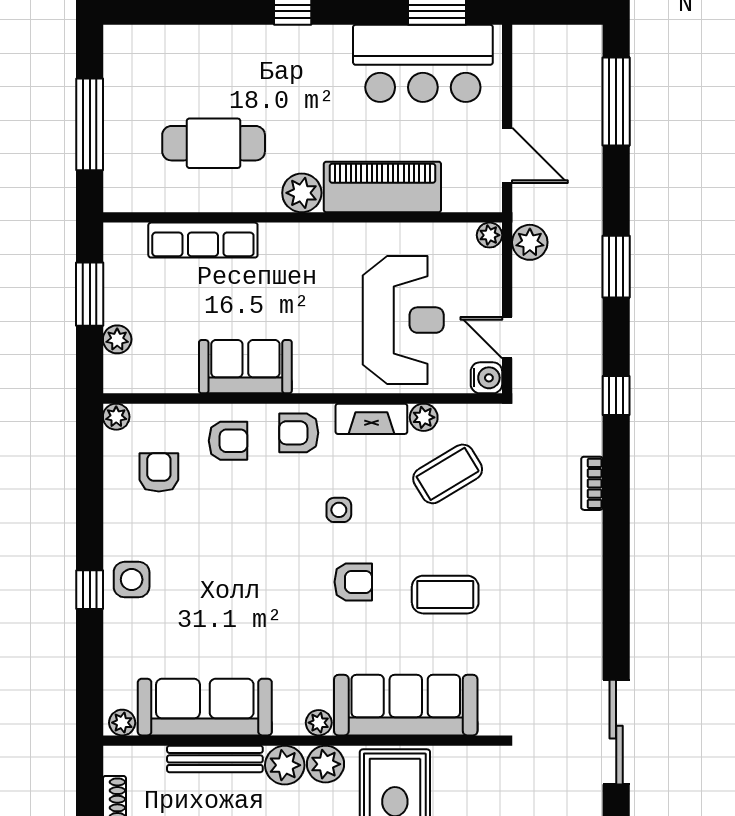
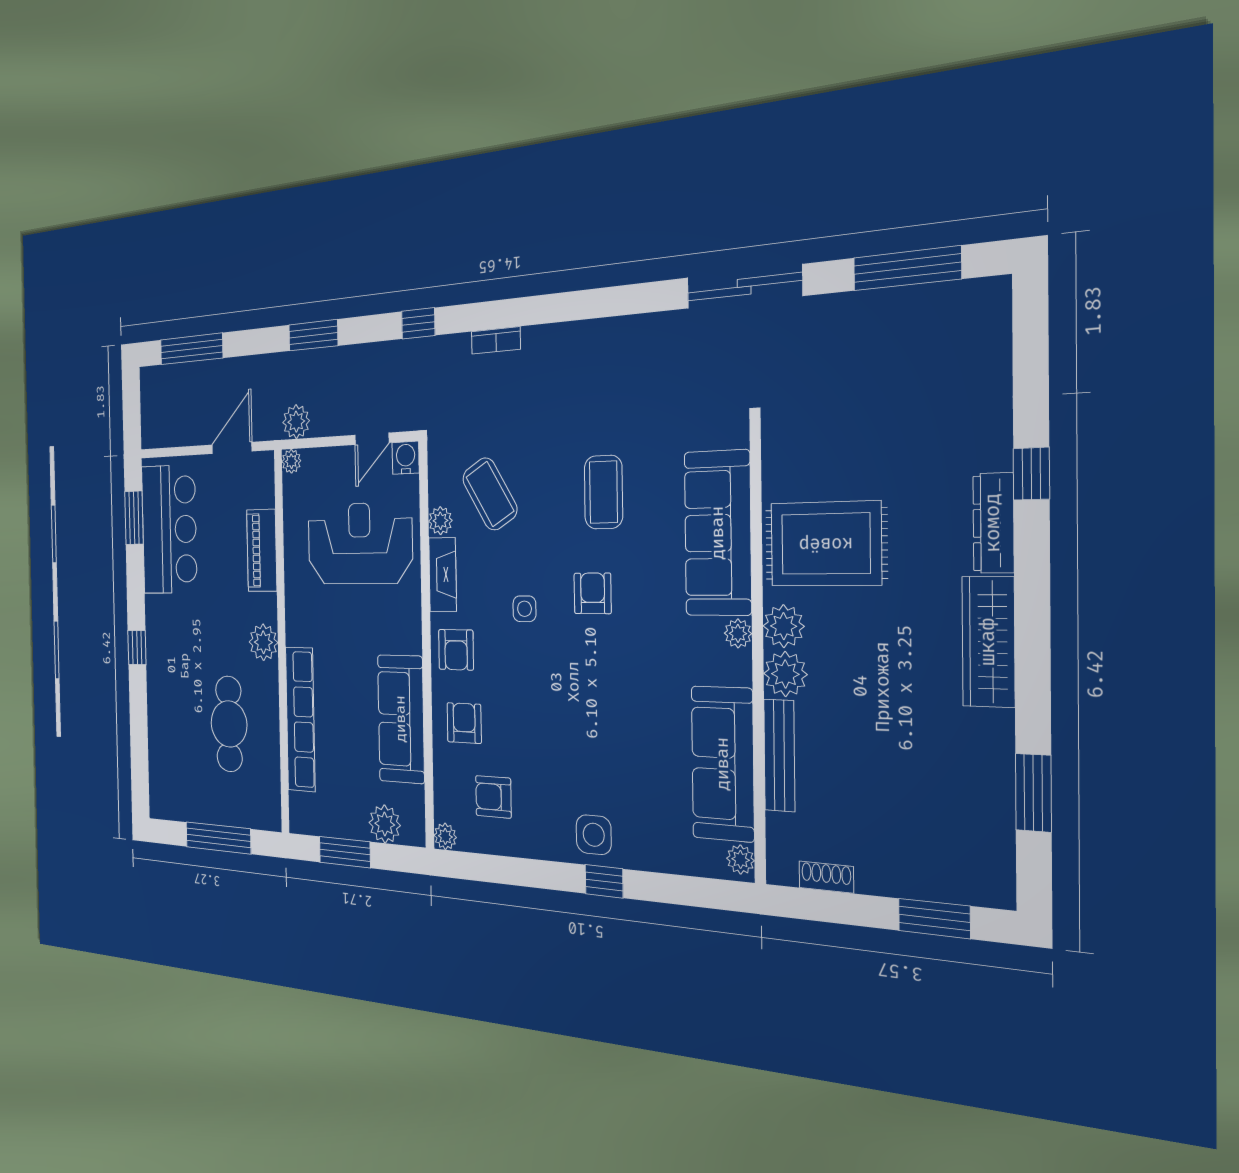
piano: (382, 187) -> (262, 550), width x0.73, depth x0.75
row of seats: (203, 240) -> (300, 719), width x1.36
plant: (117, 339) -> (385, 824), width x1.38, depth x1.38
sofa: (245, 367) -> (401, 719), width x1.36

